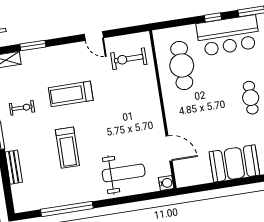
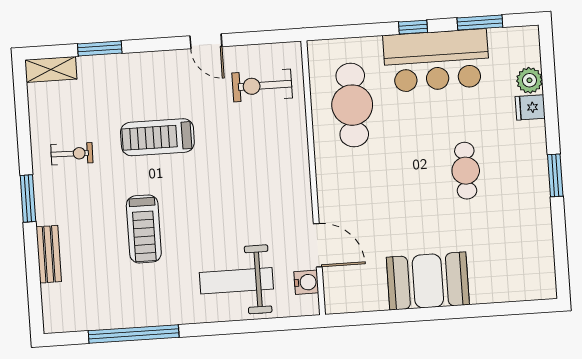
weight bench: (124, 173) -> (236, 281), turned 180
water cooler: (166, 183) -> (306, 282), moved

